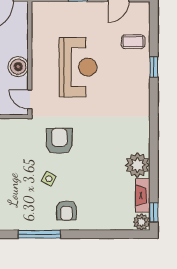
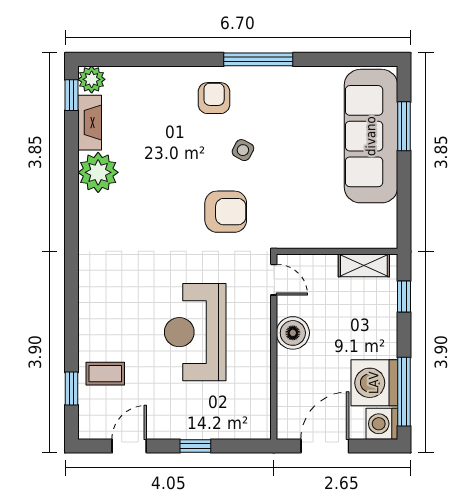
window: (154, 67) -> (71, 389), moved
armchair: (59, 141) -> (226, 212), turned -90

